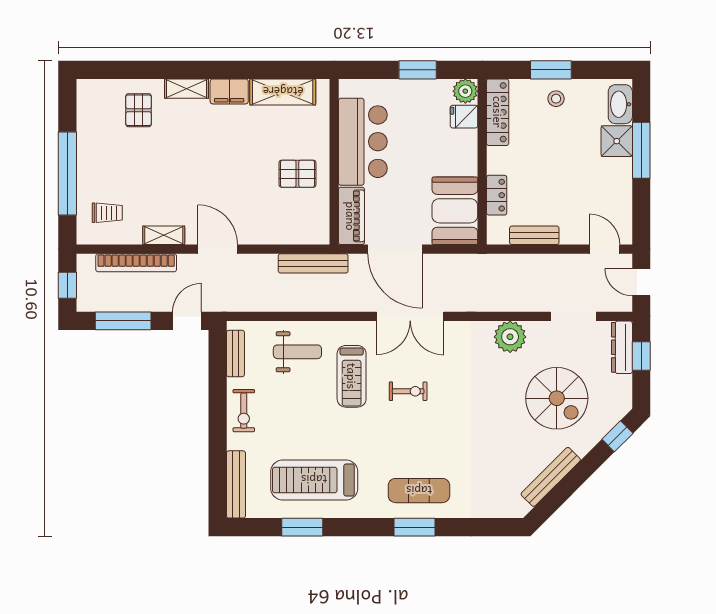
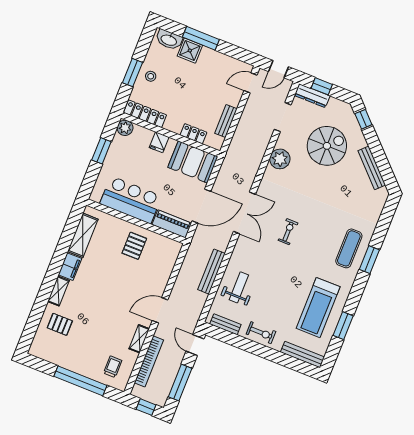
fridge: (464, 117) -> (159, 142), moved
bench: (313, 263) -> (212, 272), moved
treadmill: (352, 376) -> (266, 261), removed

